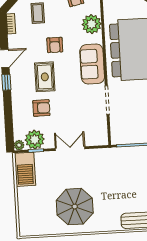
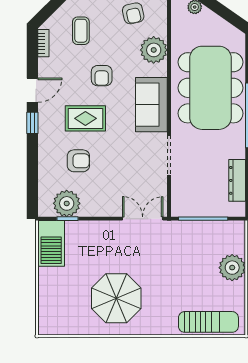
rug: (45, 77) -> (85, 118), turned 90
plant: (19, 145) -> (45, 210), removed
double door: (70, 149) -> (143, 219), moved

